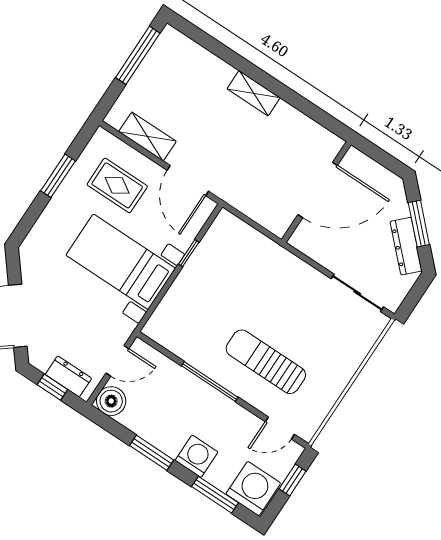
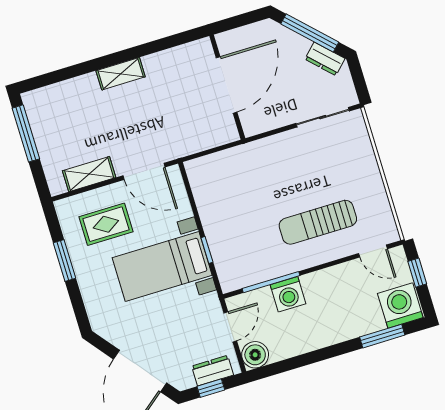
window: (419, 224) -> (310, 33), width x1.44
dresser: (406, 246) -> (325, 59), width x0.70
window: (189, 253) -> (207, 250), moved
window: (210, 382) -> (271, 282), moved
door: (280, 428) -> (373, 251), hinge flipped
window: (152, 453) -> (315, 356), removed
washing machine: (197, 456) -> (288, 294), moved, turned 180

